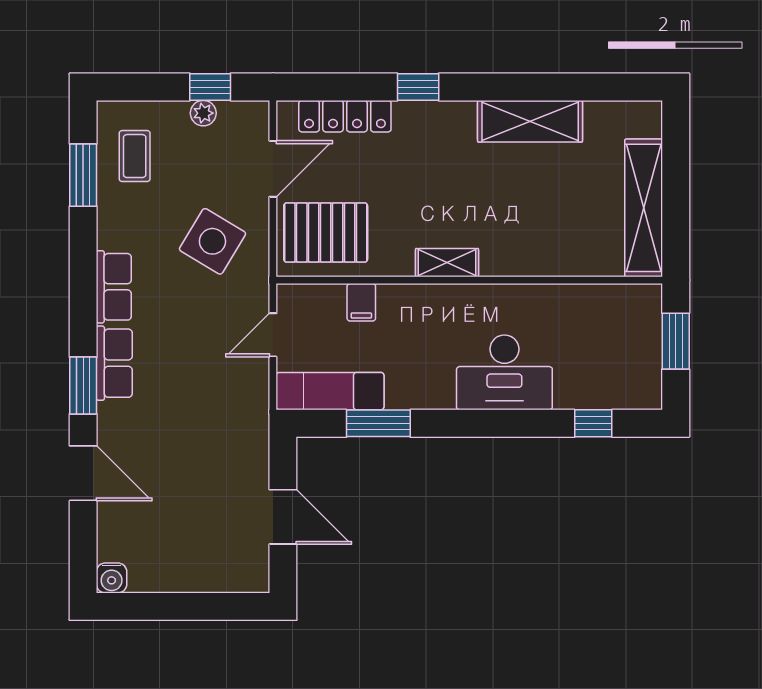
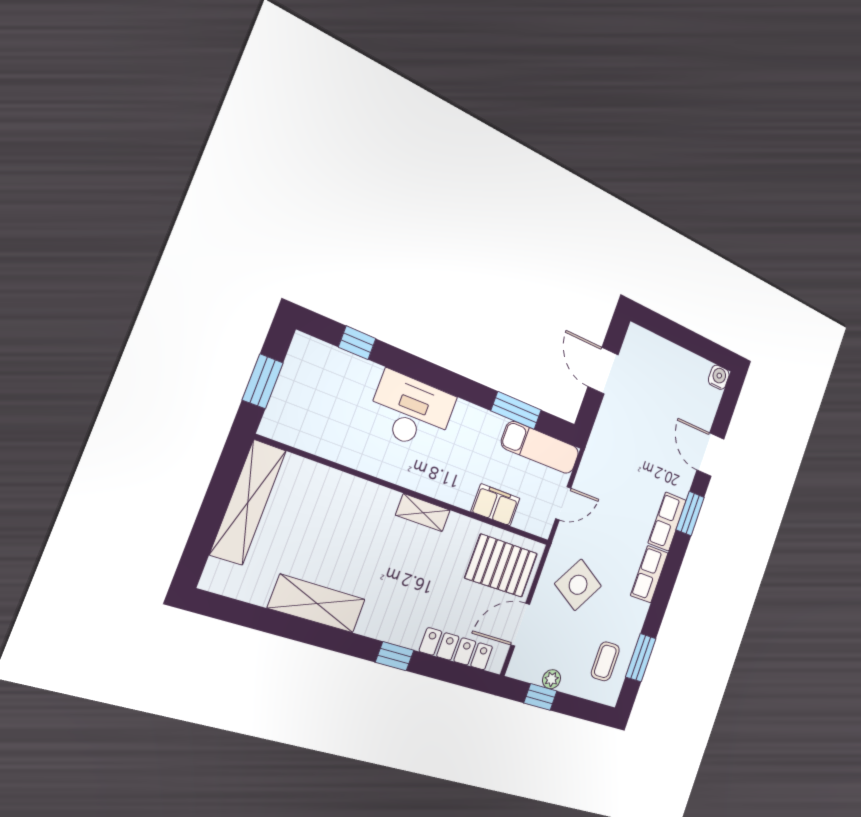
filing cabinet: (361, 302) -> (495, 505), width x2.00

